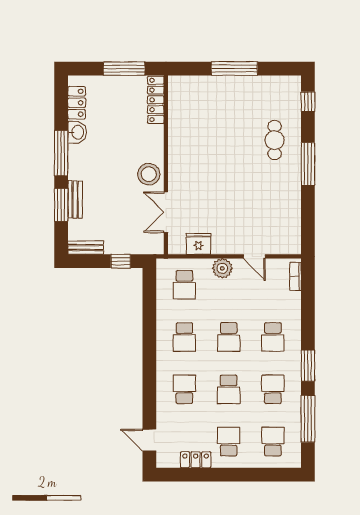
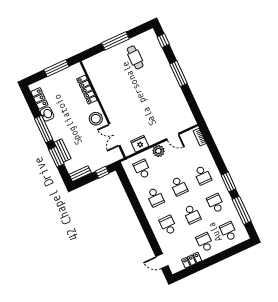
locker: (156, 100) -> (87, 90), moved
cafe table: (275, 140) -> (135, 57), moved
school desk: (184, 285) -> (142, 169), turned 180

